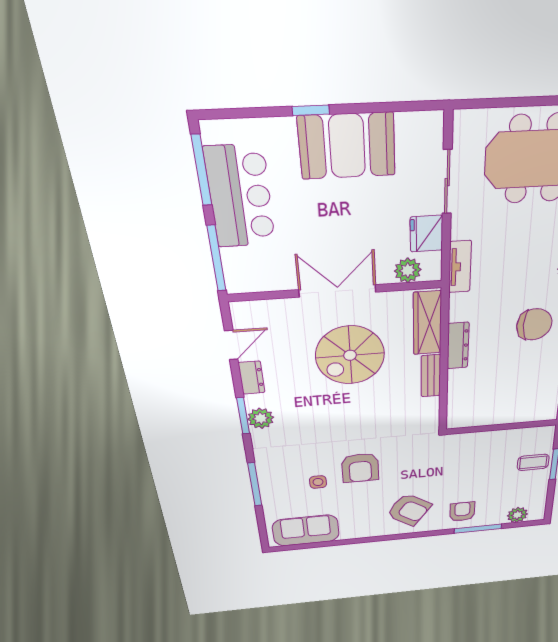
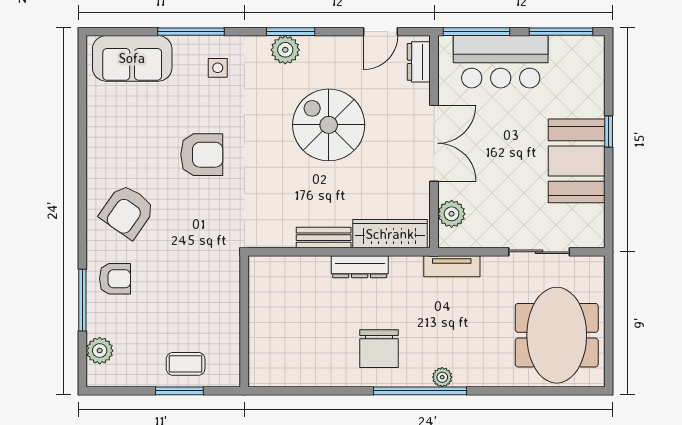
bar counter: (240, 197) -> (501, 62), moved
fridge: (426, 234) -> (489, 232), removed
door: (231, 345) -> (381, 32), hinge flipped
spiral stairs: (350, 355) -> (329, 125), moved
dresser: (252, 378) -> (419, 62), moved, turned 90
coffee table: (533, 462) -> (186, 364), turned 90
armchair: (360, 468) -> (202, 155), turned 180
side table: (318, 482) -> (218, 68), moved
sofa: (306, 530) -> (132, 58), moved, turned 90

